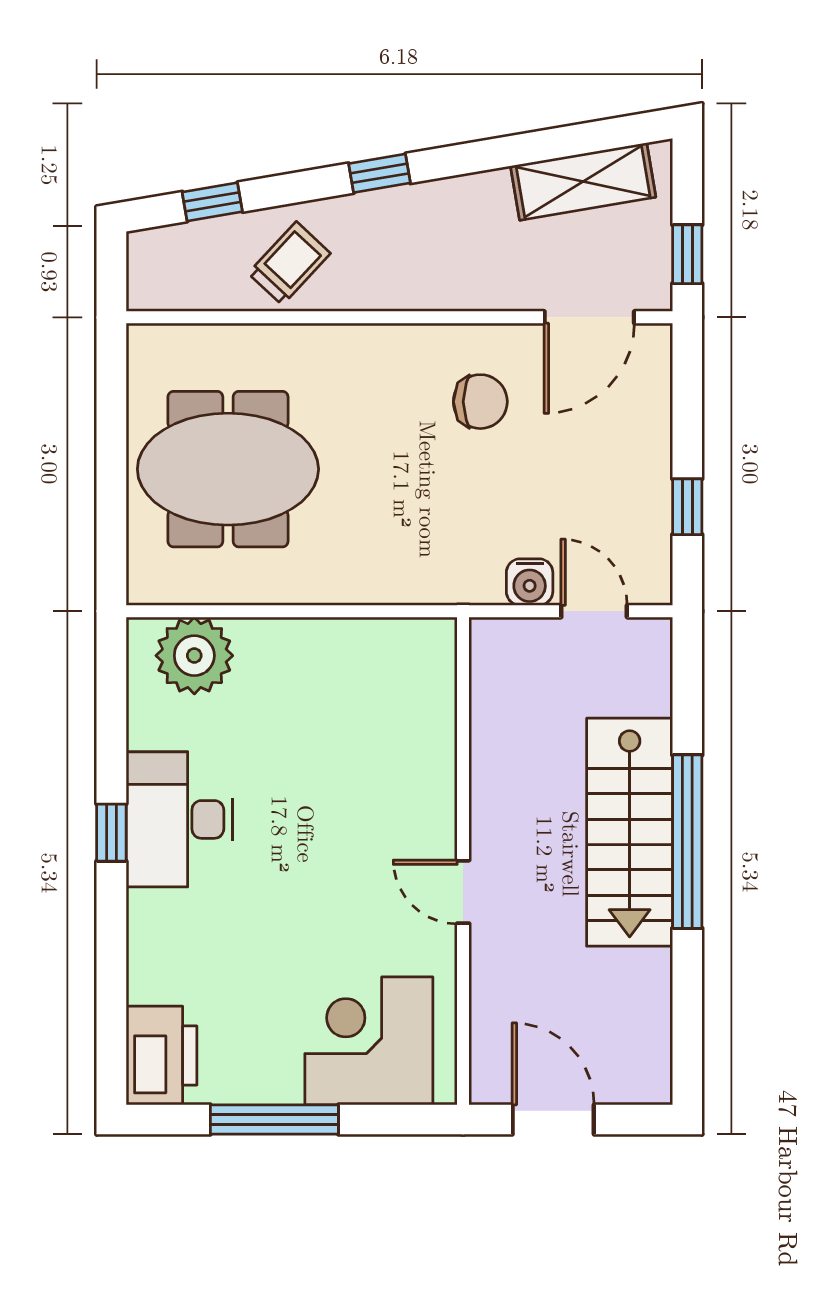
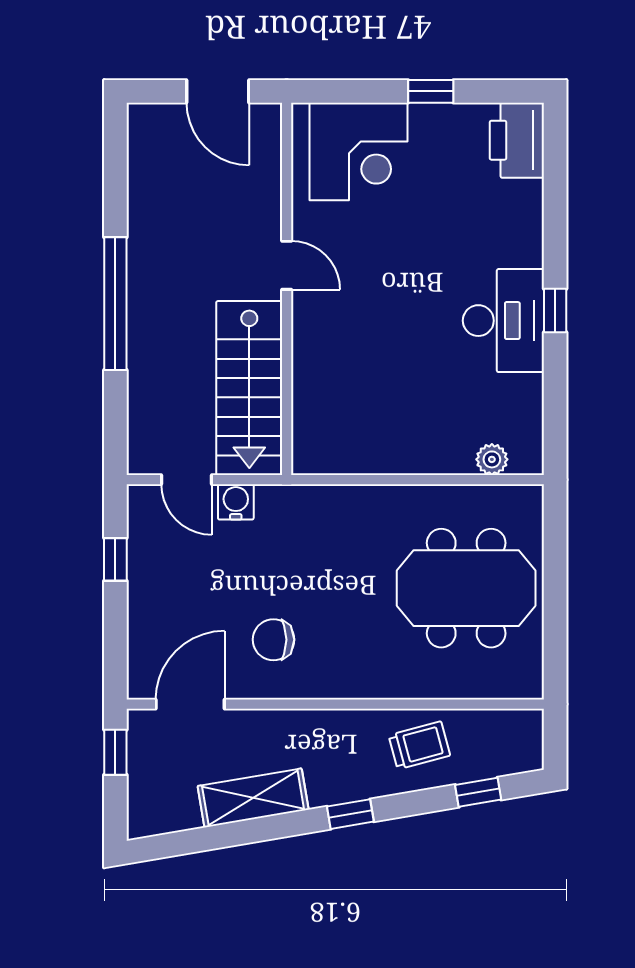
shelving: (583, 182) -> (253, 798), moved
trolley: (289, 263) -> (419, 745), turned -148
plant: (194, 656) -> (492, 459), width x0.53, depth x0.53
stairs: (630, 832) -> (249, 388), moved, turned 180
window: (274, 1119) -> (431, 91), width x0.46

